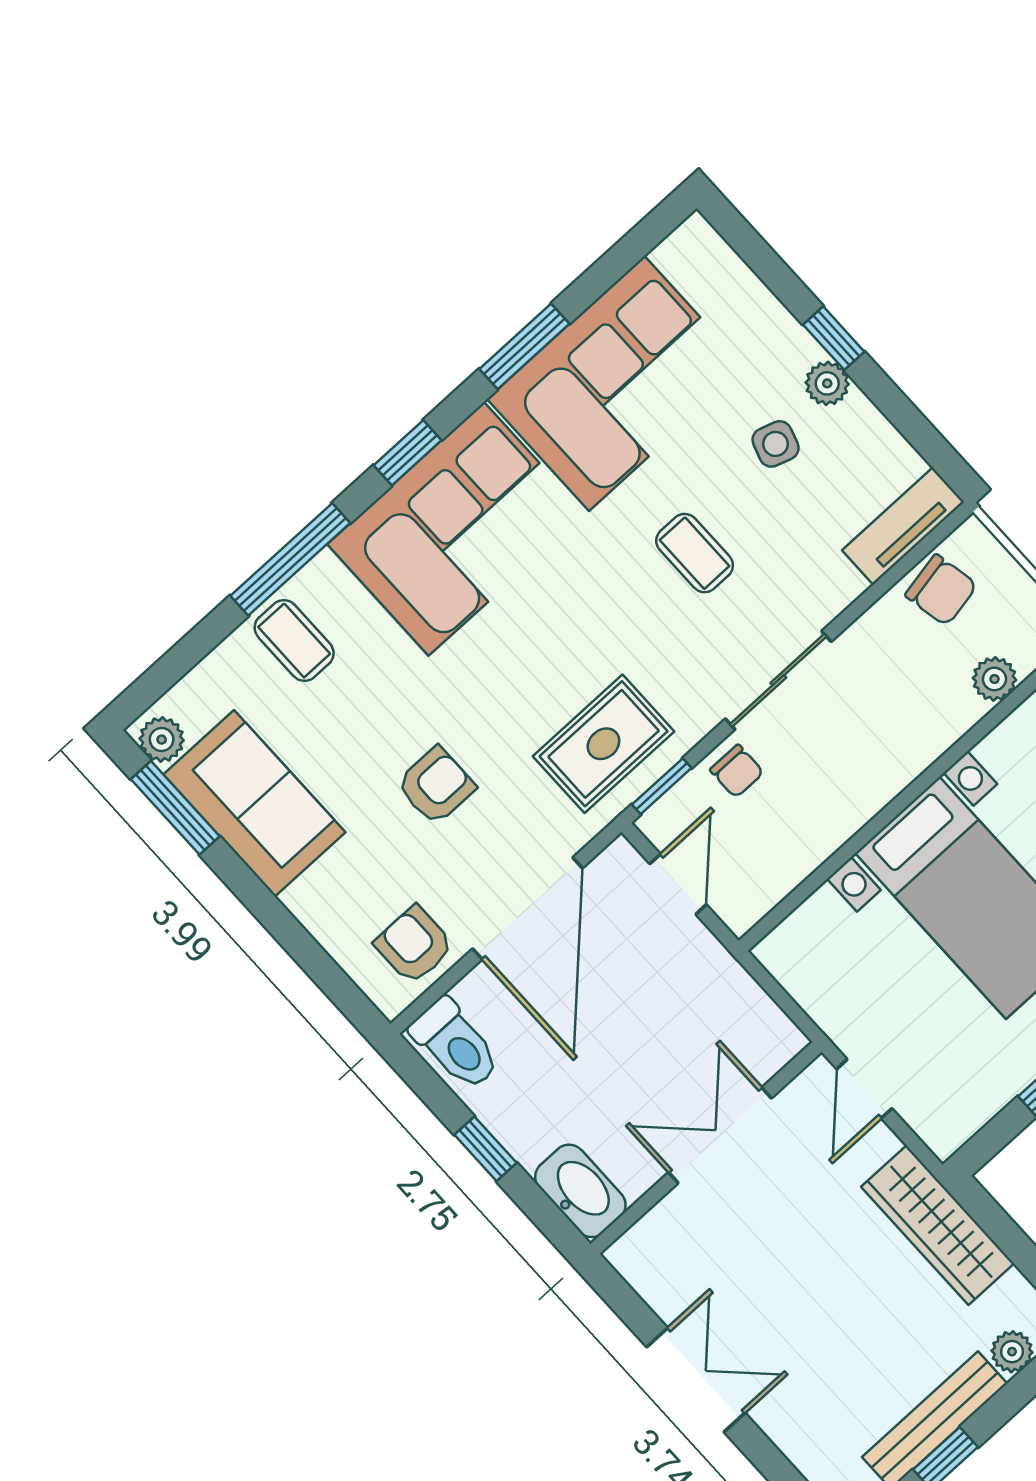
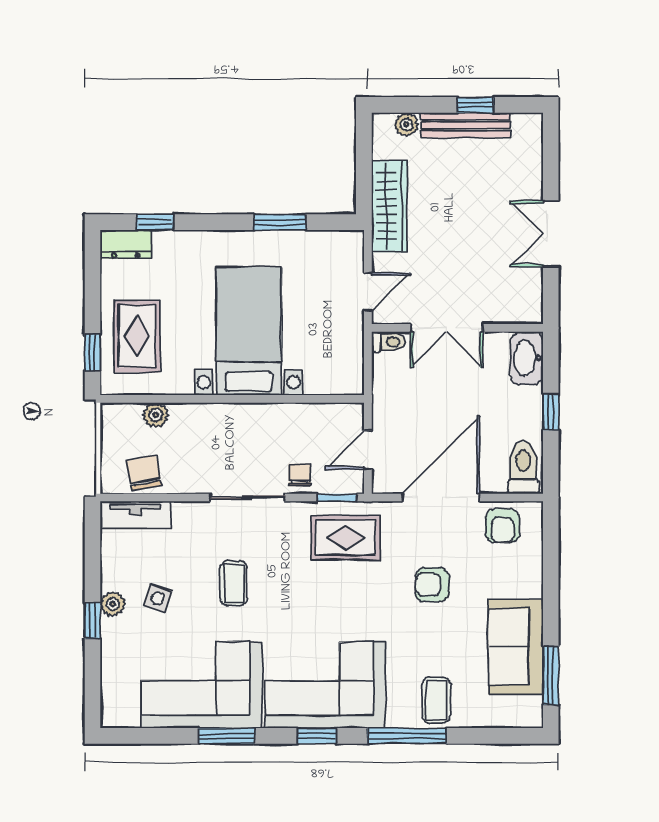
plant: (162, 740) -> (530, 709), removed
toilet: (779, 1048) -> (388, 342), added

